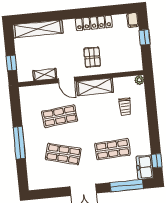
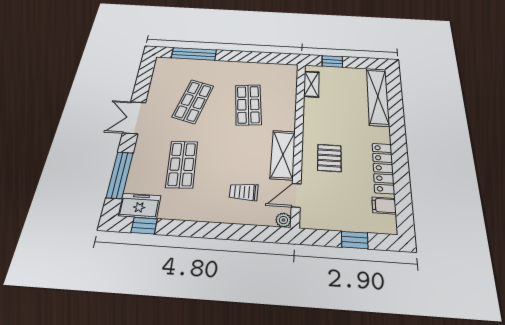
filing cabinet: (133, 20) -> (384, 206), moved
pallet: (92, 57) -> (329, 158), turned 90
shelving: (45, 75) -> (311, 84), moved
door: (66, 80) -> (296, 195), moved
window: (19, 143) -> (194, 54), moved

